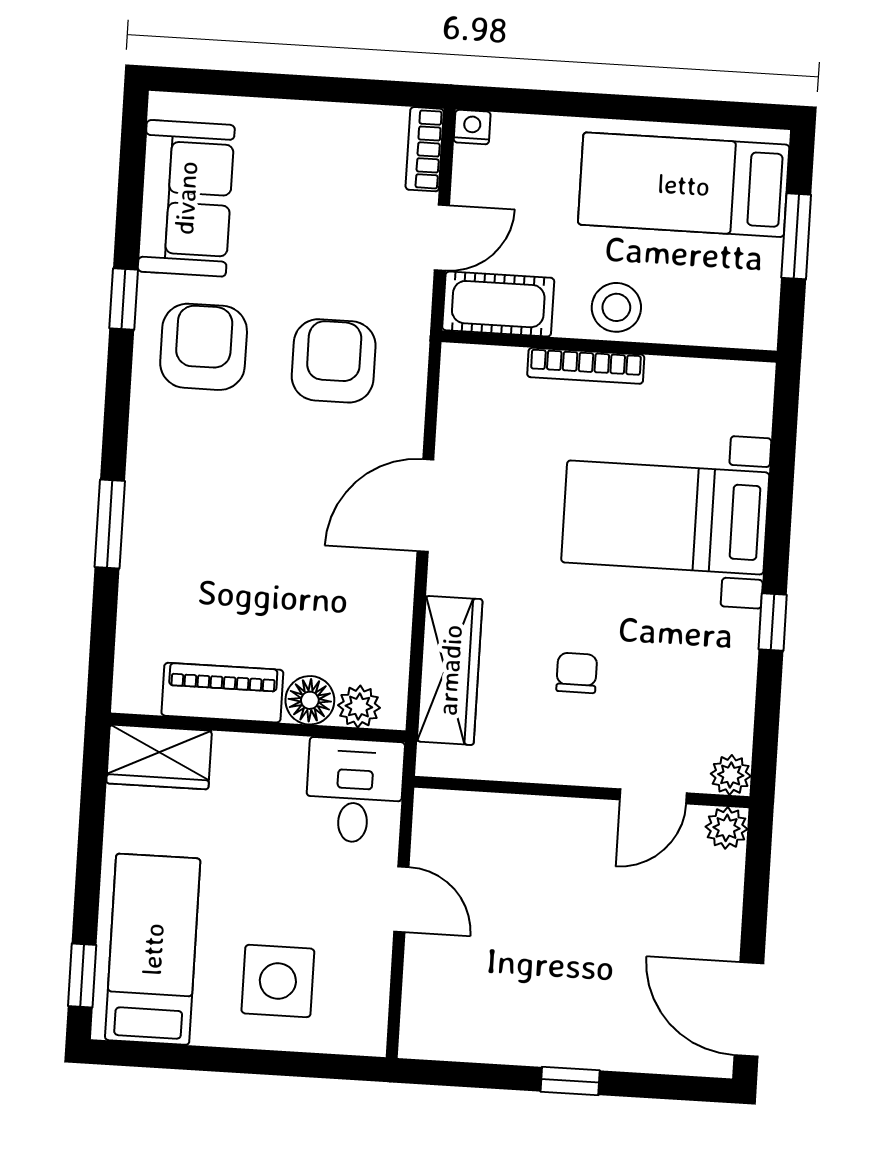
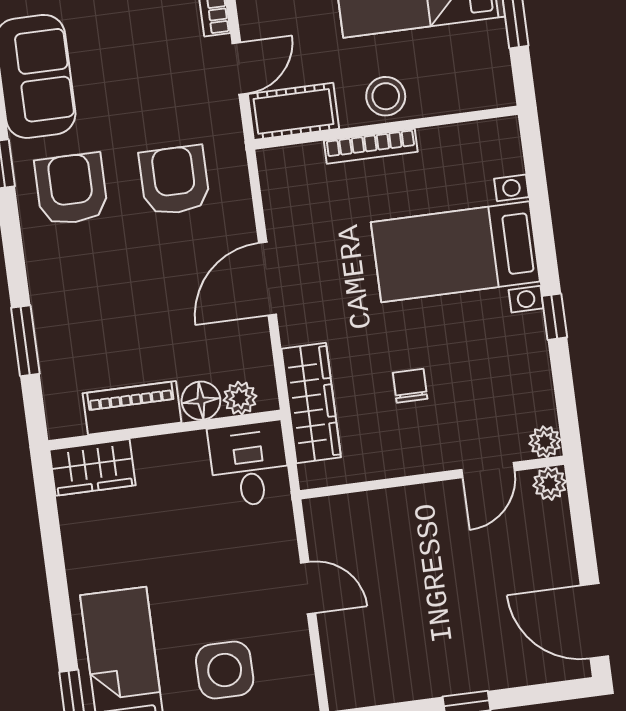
piano: (222, 693) -> (132, 408), moved
floor lamp: (310, 700) -> (201, 401), moved
plant: (359, 707) -> (240, 398), moved
wall: (258, 727) -> (165, 430), moved
wardrobe: (159, 757) -> (92, 467), moved
desk: (354, 791) -> (249, 464), moved

